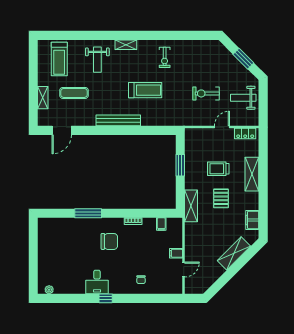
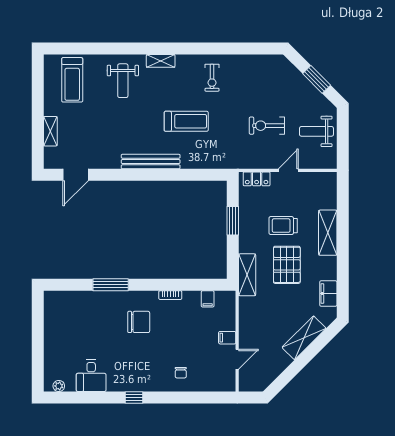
exercise mat: (74, 93) -> (92, 125), removed
locker: (245, 134) -> (257, 179), moved
pallet: (221, 198) -> (287, 265), width x1.50, depth x1.42
desk: (97, 282) -> (91, 376), moved

